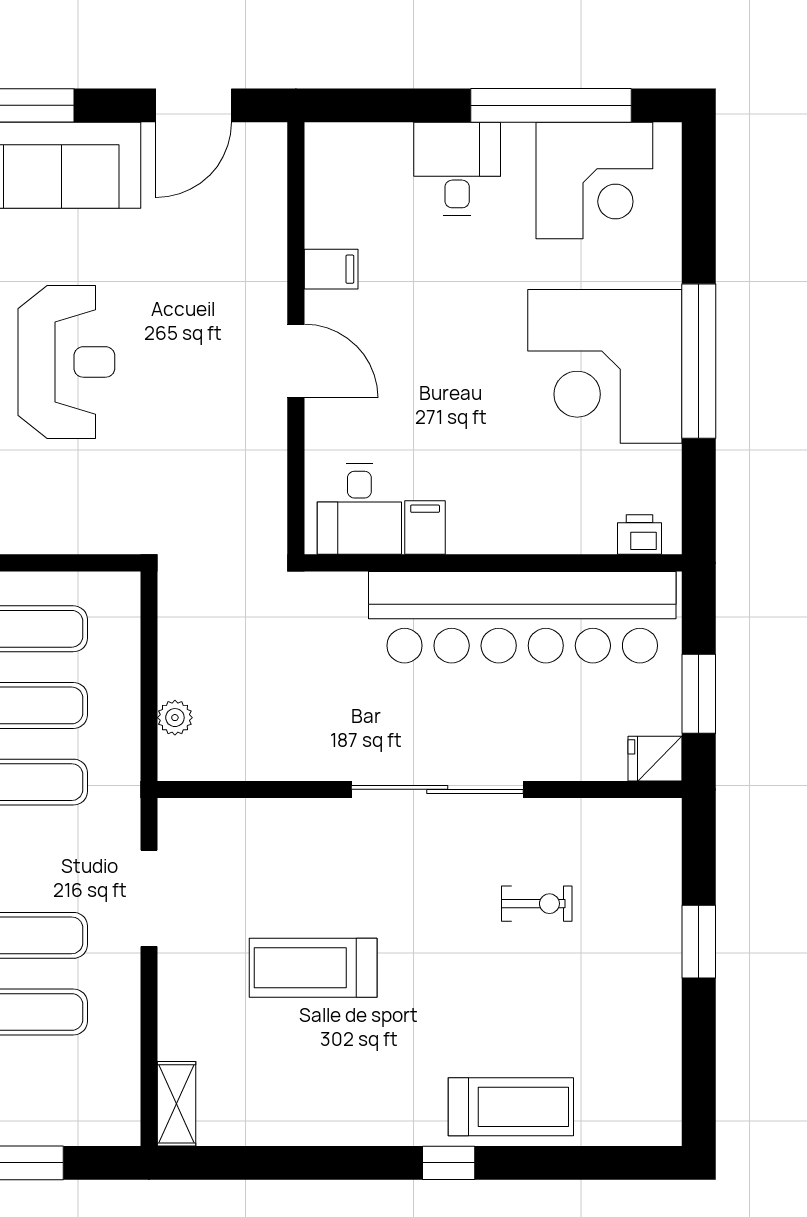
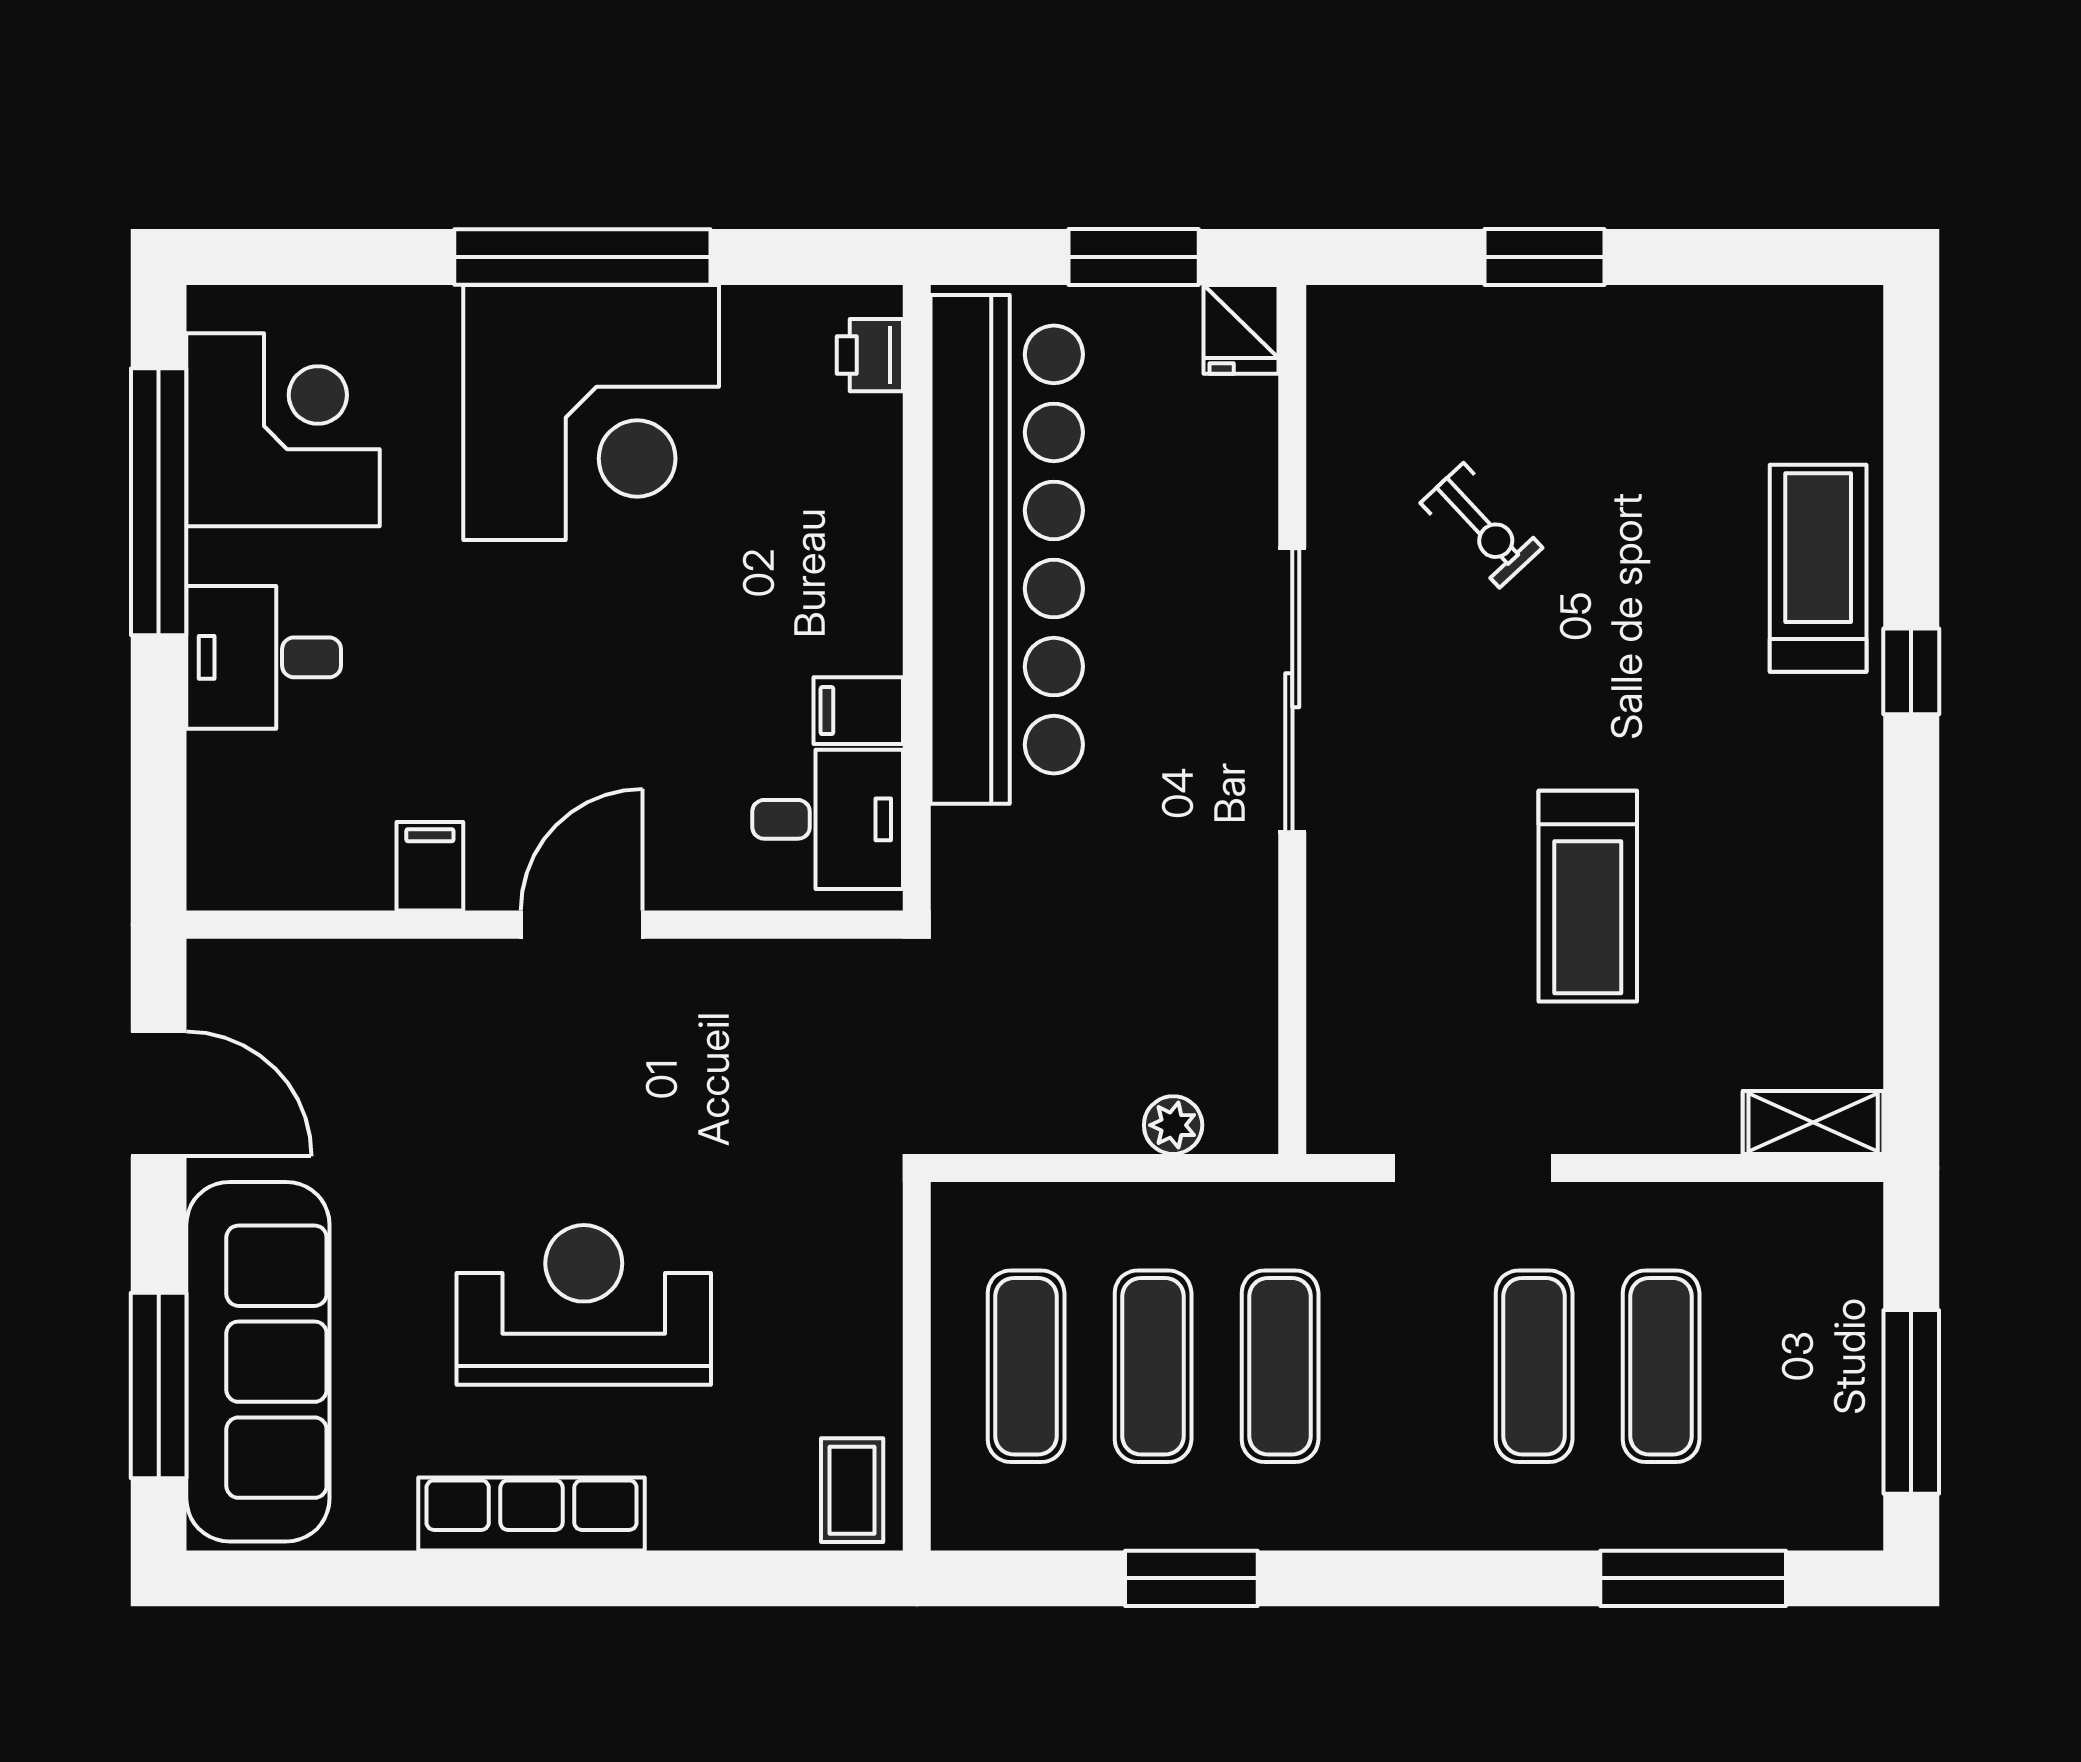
exercise bike: (537, 904) -> (1481, 525), turned 137

